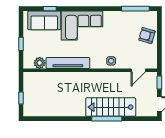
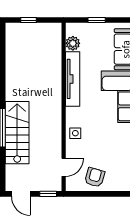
armchair: (147, 36) -> (95, 177), moved
door: (138, 70) -> (64, 167), swing flipped

